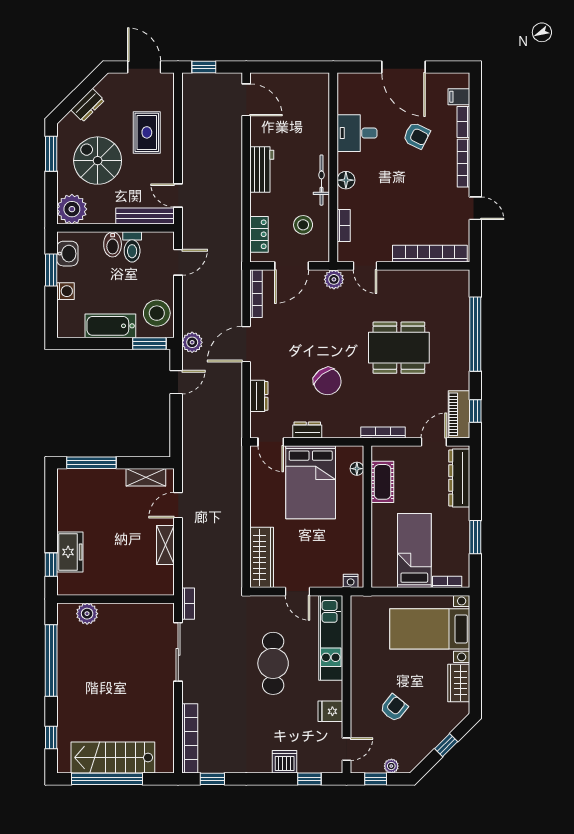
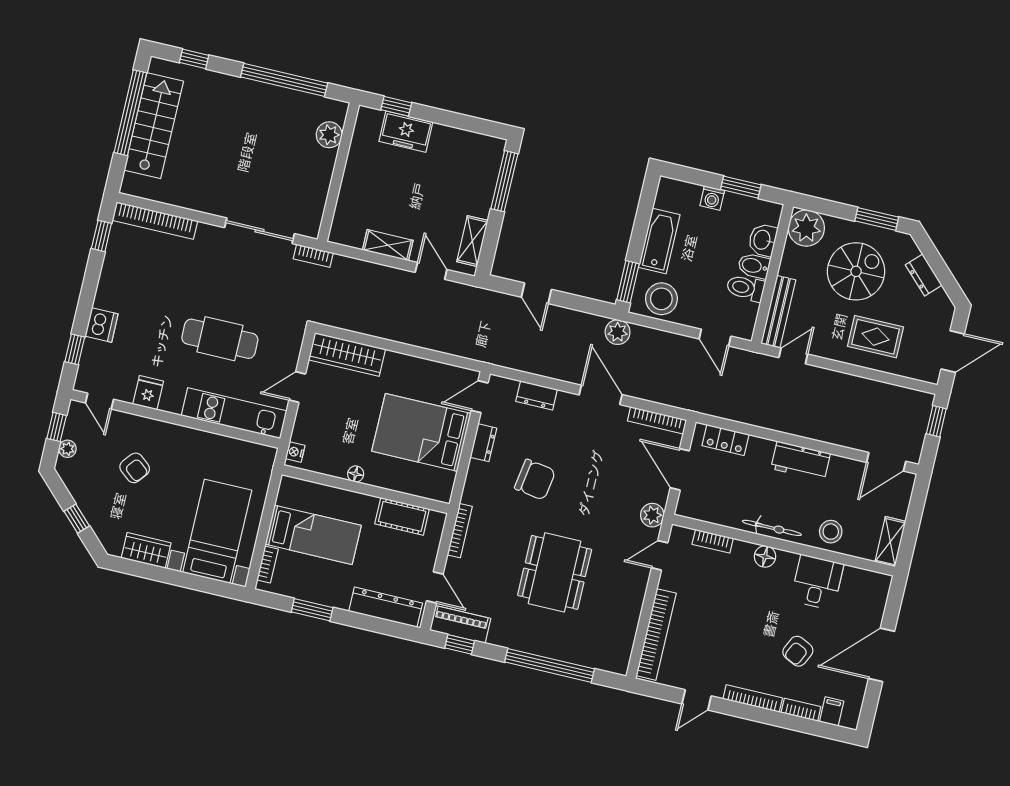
shelving: (310, 81) -> (890, 542), added
stool: (303, 225) -> (831, 532), moved
washbasin: (67, 254) -> (763, 240), moved, turned 90
chair: (327, 381) -> (535, 480), turned -134
door: (176, 382) -> (536, 293), moved
floor lamp: (357, 469) -> (356, 474), moved

